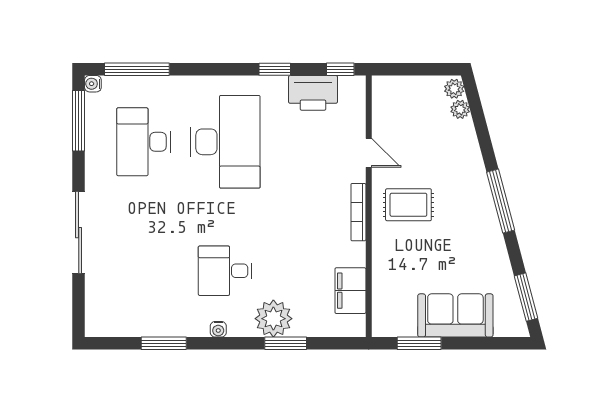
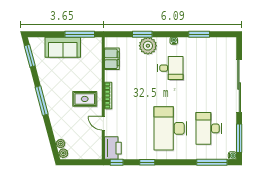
printer: (313, 93) -> (113, 148), moved, turned 90
desk: (144, 142) -> (209, 128), turned 180
sliding door: (79, 233) -> (239, 86), width x1.36
window: (419, 343) -> (80, 34), width x1.44

